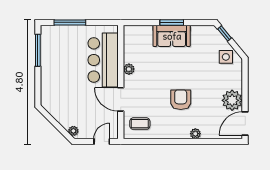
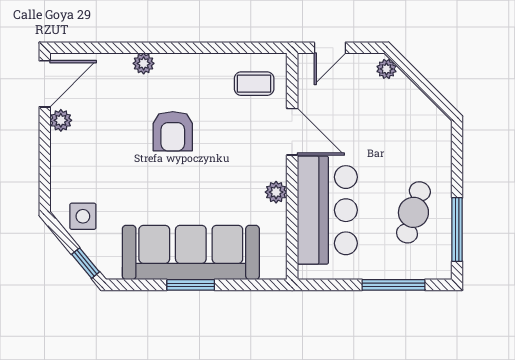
sofa: (172, 36) -> (191, 252), width x1.85, depth x1.27
cafe table: (60, 59) -> (413, 212), added
plant: (232, 100) -> (61, 120), width x0.53, depth x0.53

